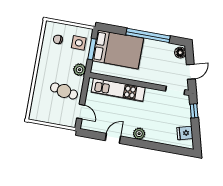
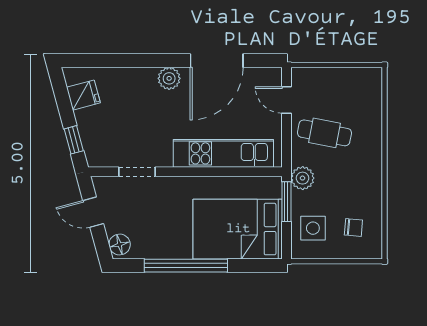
window: (92, 49) -> (286, 202), moved
door: (191, 72) -> (93, 212), hinge flipped
doorway: (175, 90) -> (137, 172), moved
door: (113, 138) -> (217, 61), width x1.88

